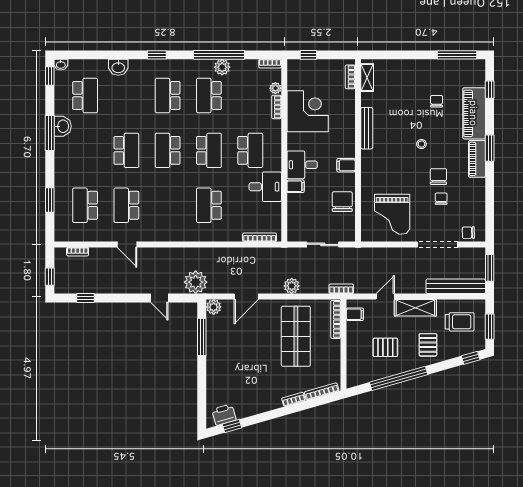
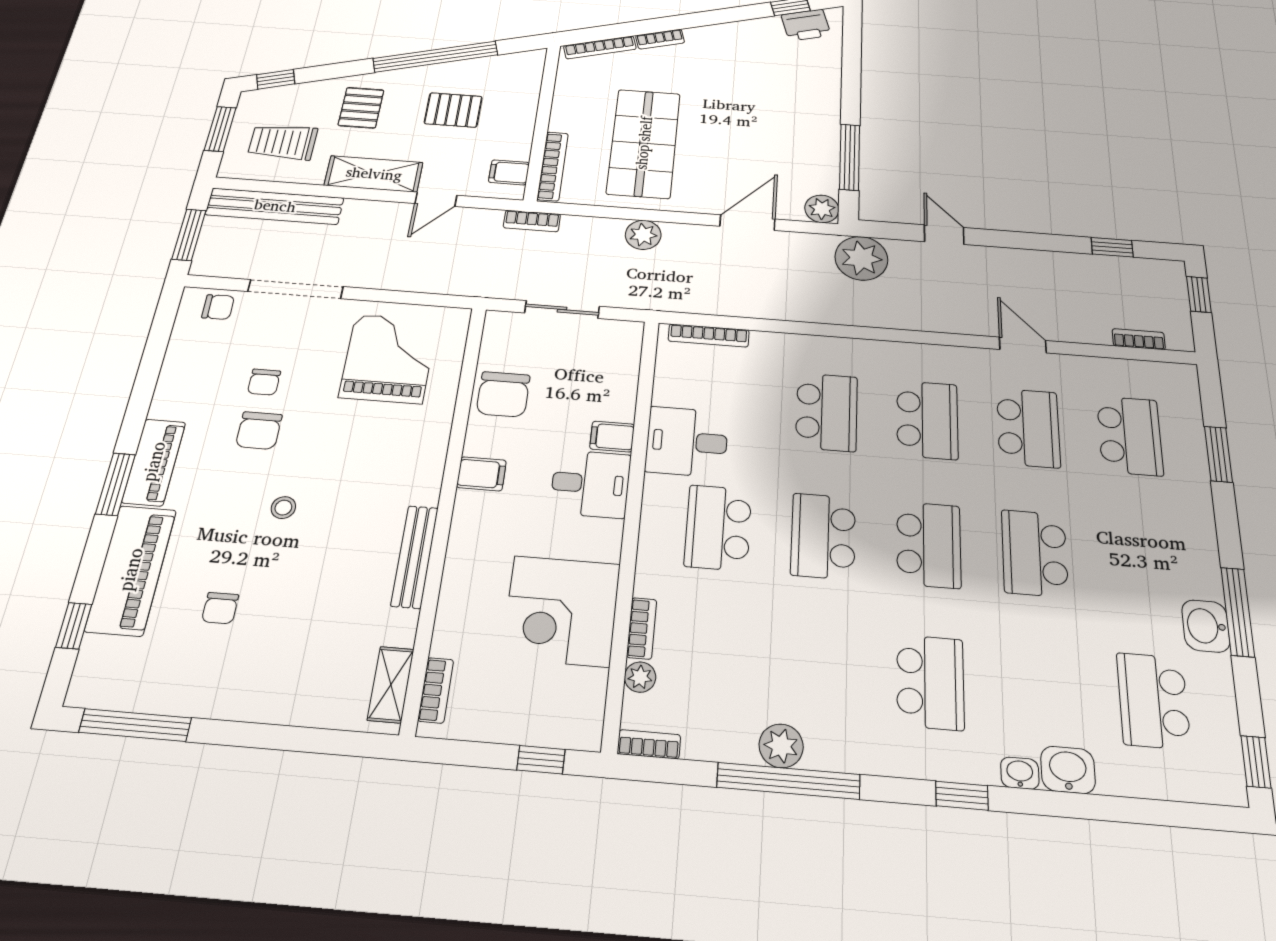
washbasin: (61, 65) -> (1020, 773), moved
school desk: (209, 95) -> (927, 420), moved

